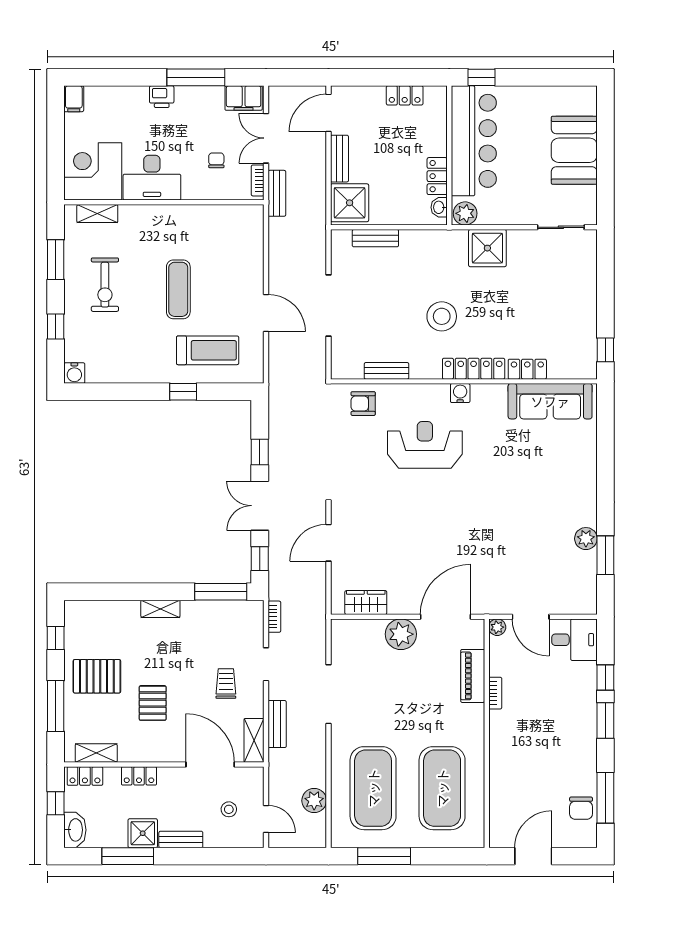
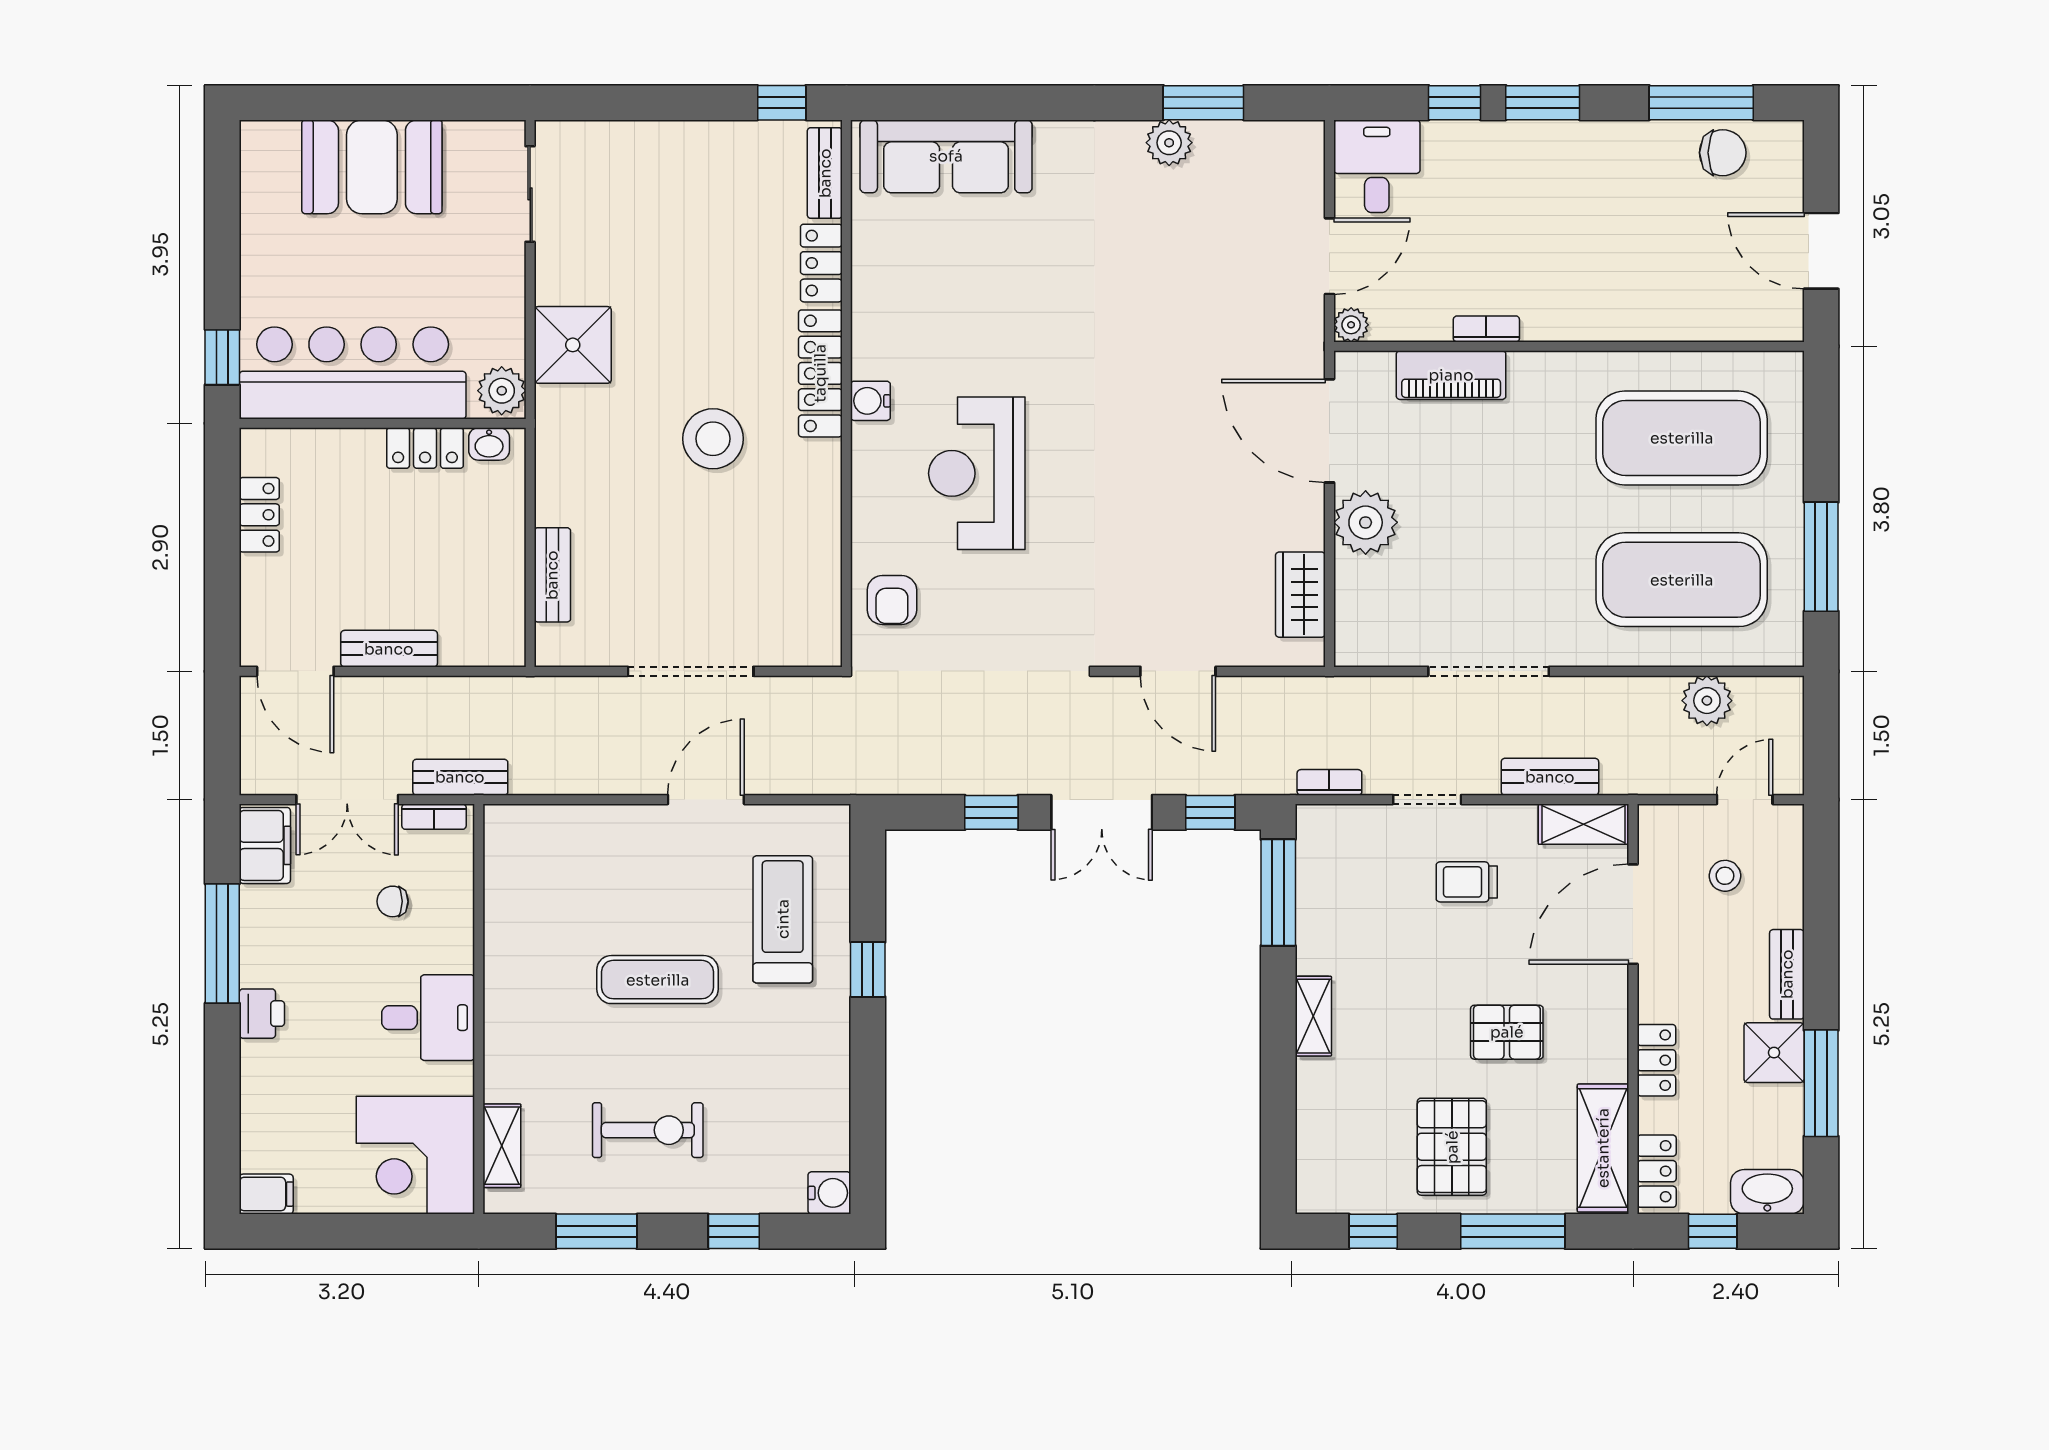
desk: (152, 178) -> (428, 1018), width x0.73
shower: (350, 203) -> (480, 628), removed
bench: (386, 371) -> (825, 173), moved
sofa: (550, 401) -> (946, 156), moved, turned 90
shelving: (96, 753) -> (1603, 1148), width x1.50, depth x1.33

